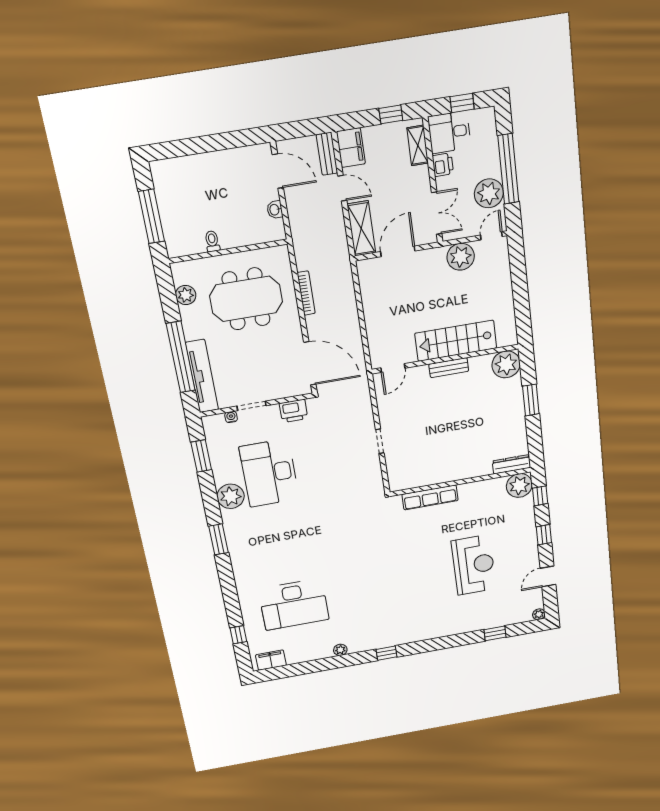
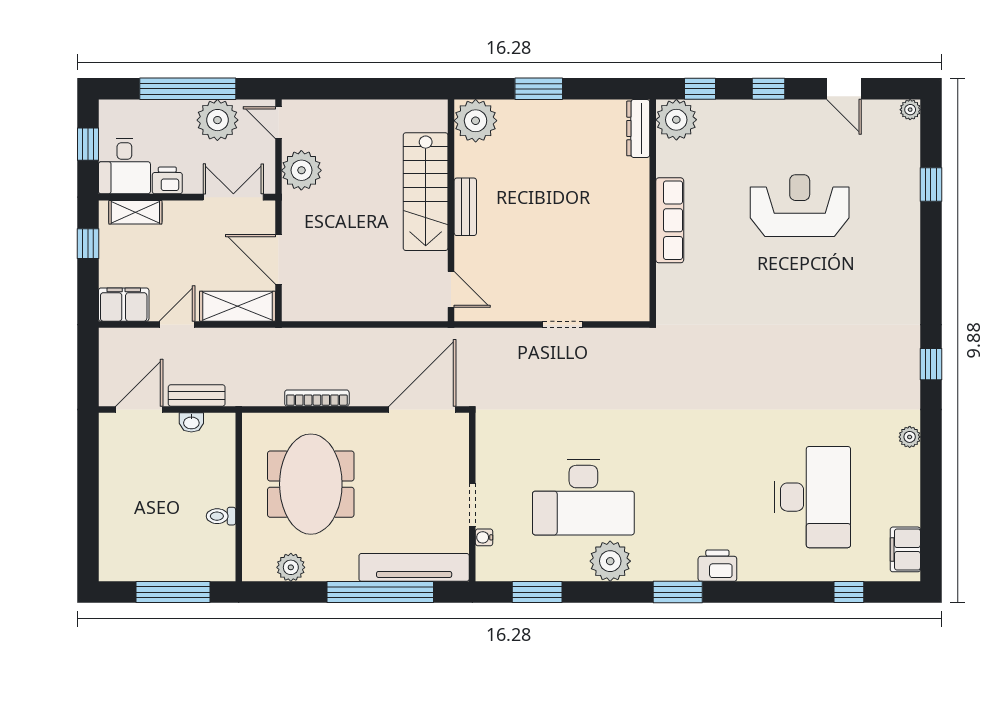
bench: (327, 154) -> (197, 395), moved
printer: (294, 411) -> (717, 566), moved, turned -90
row of seats: (430, 497) -> (670, 220), moved

